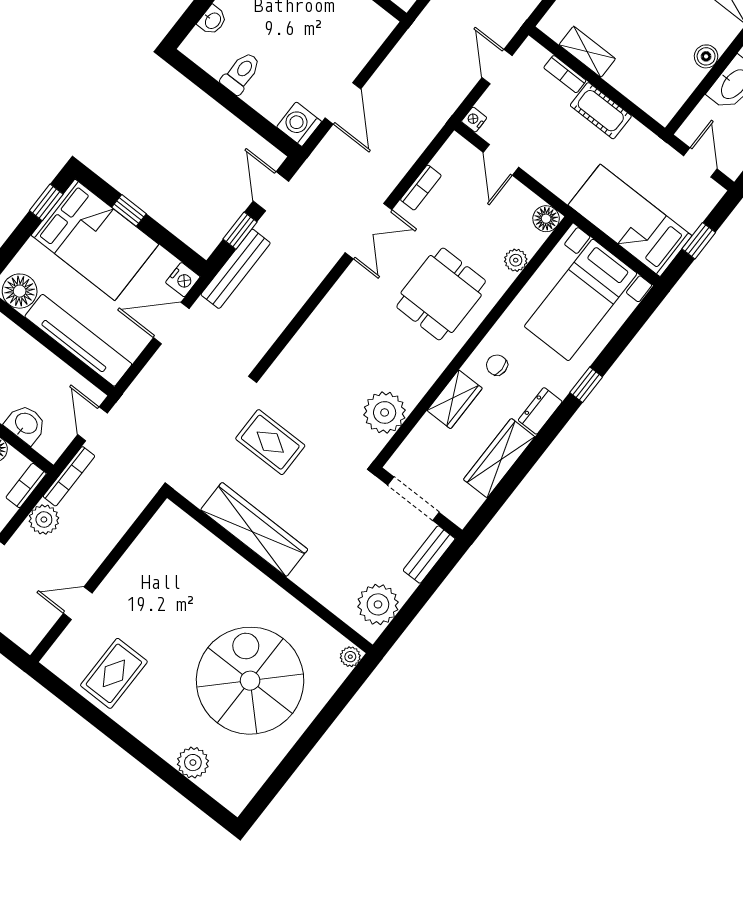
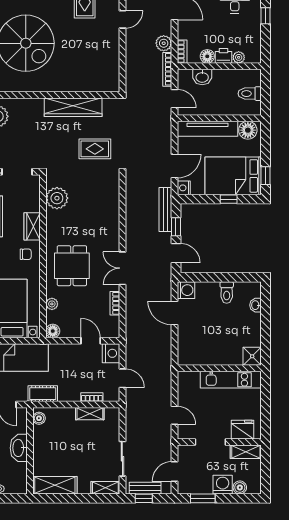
boiler: (706, 56) -> (39, 418), moved
cot: (601, 111) -> (43, 394), moved
nightstand: (474, 120) -> (111, 353), width x1.89, depth x1.79

